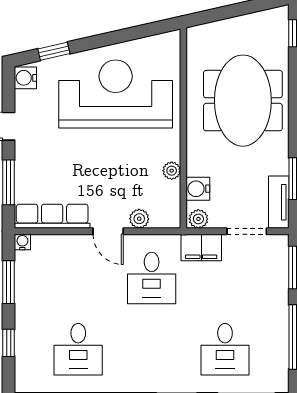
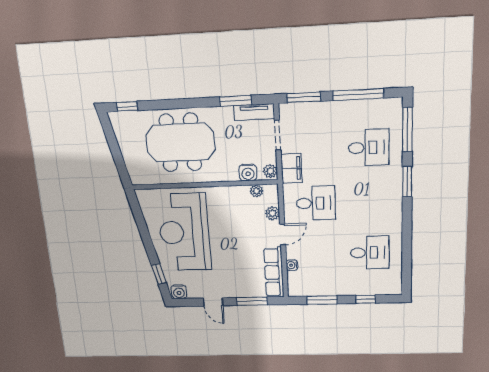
plant: (172, 171) -> (256, 191), moved
water cooler: (22, 242) -> (292, 265), moved

